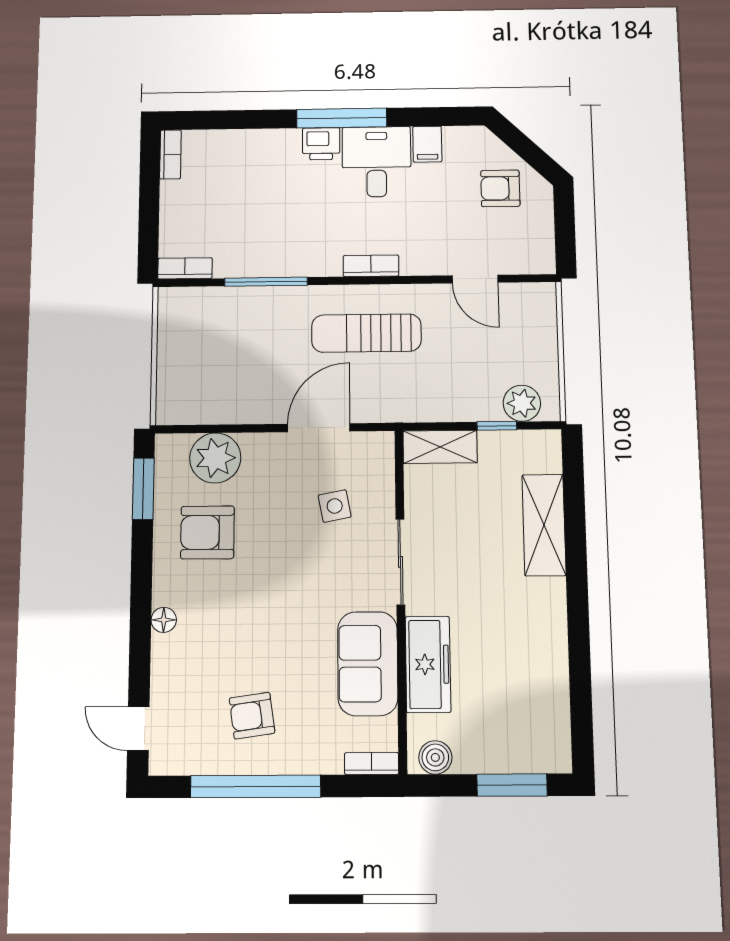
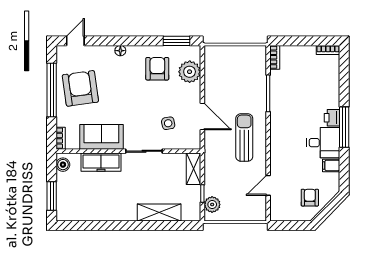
bookcase: (371, 266) -> (275, 140), removed
armchair: (252, 716) -> (80, 88), width x1.88, depth x1.88

